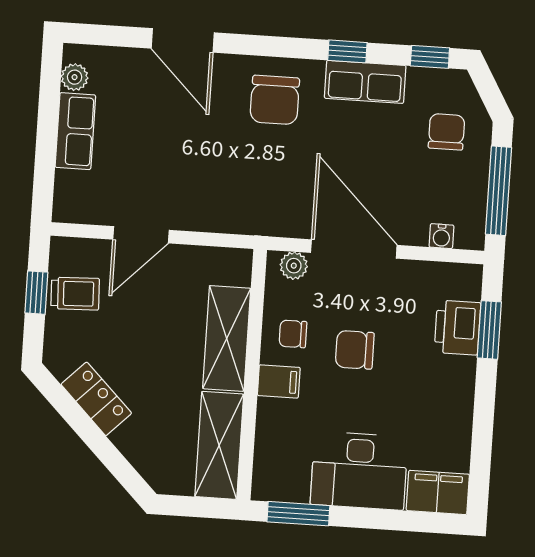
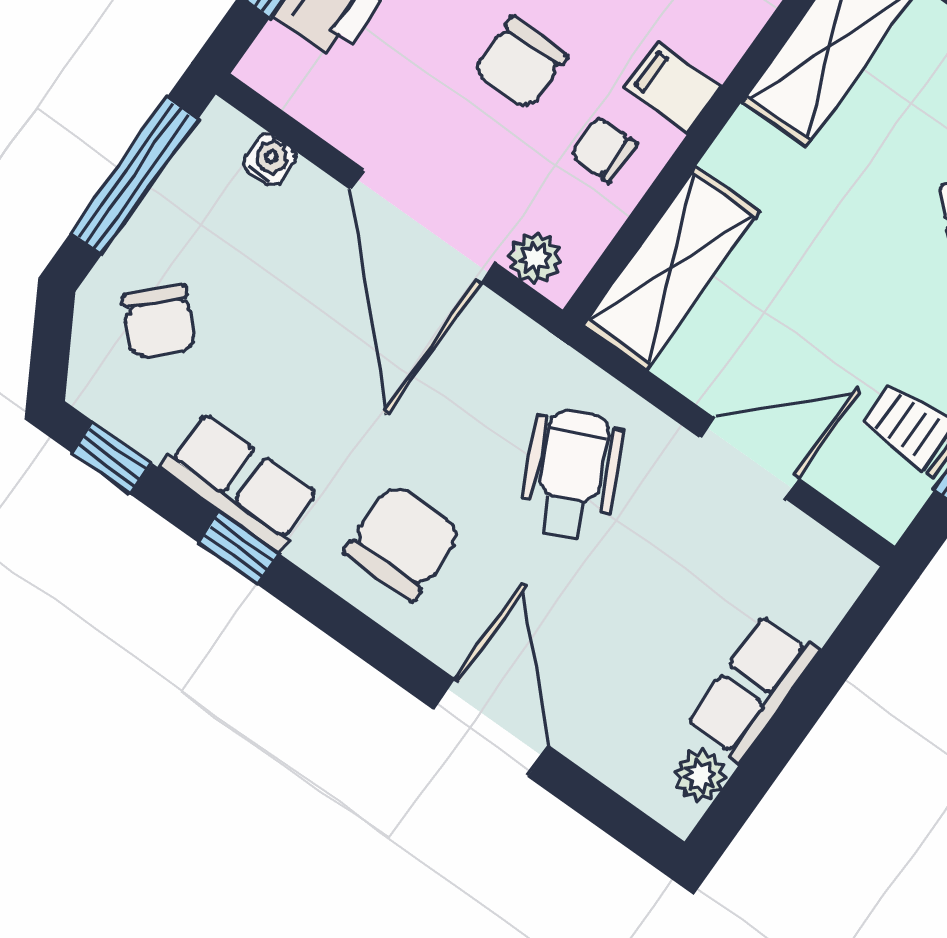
chair: (446, 132) -> (159, 322), turned -45
wheelchair: (217, 178) -> (571, 474), added
chair: (293, 334) -> (604, 150), turned 180
shelving: (227, 338) -> (671, 268), moved
chair: (355, 350) -> (520, 64), turned 90

